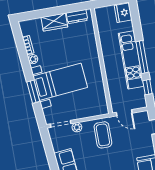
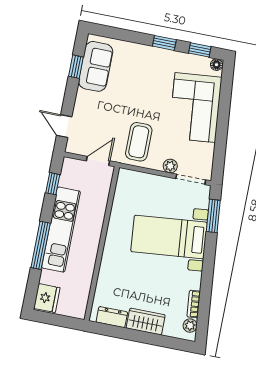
window: (142, 57) -> (41, 245), moved
plant: (33, 59) -> (190, 326), moved
window: (33, 92) -> (213, 216), moved
door: (124, 113) -> (98, 161), hinge flipped

